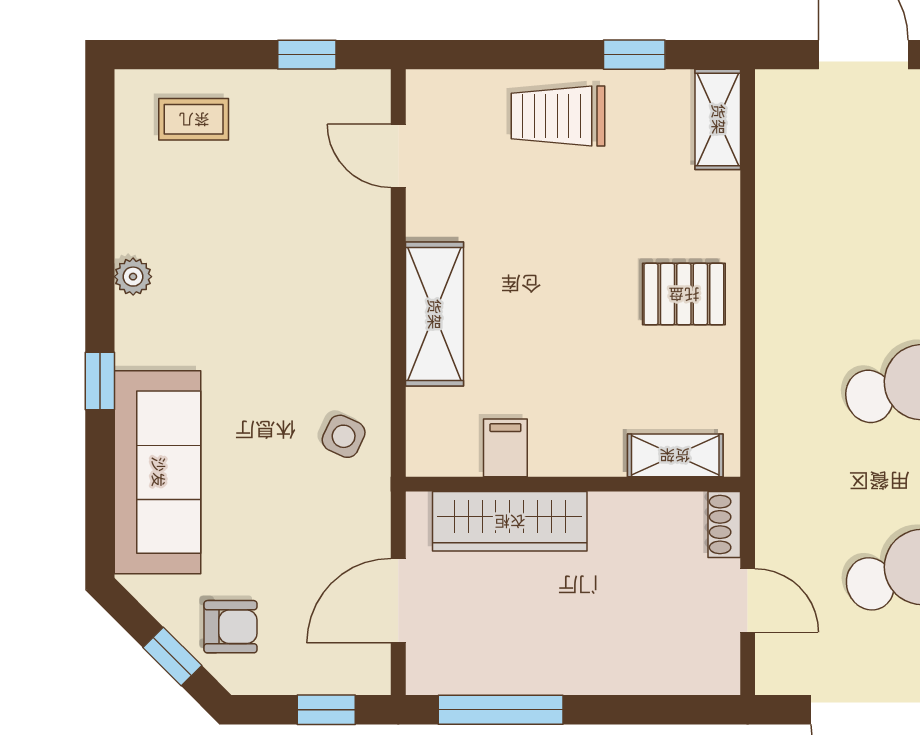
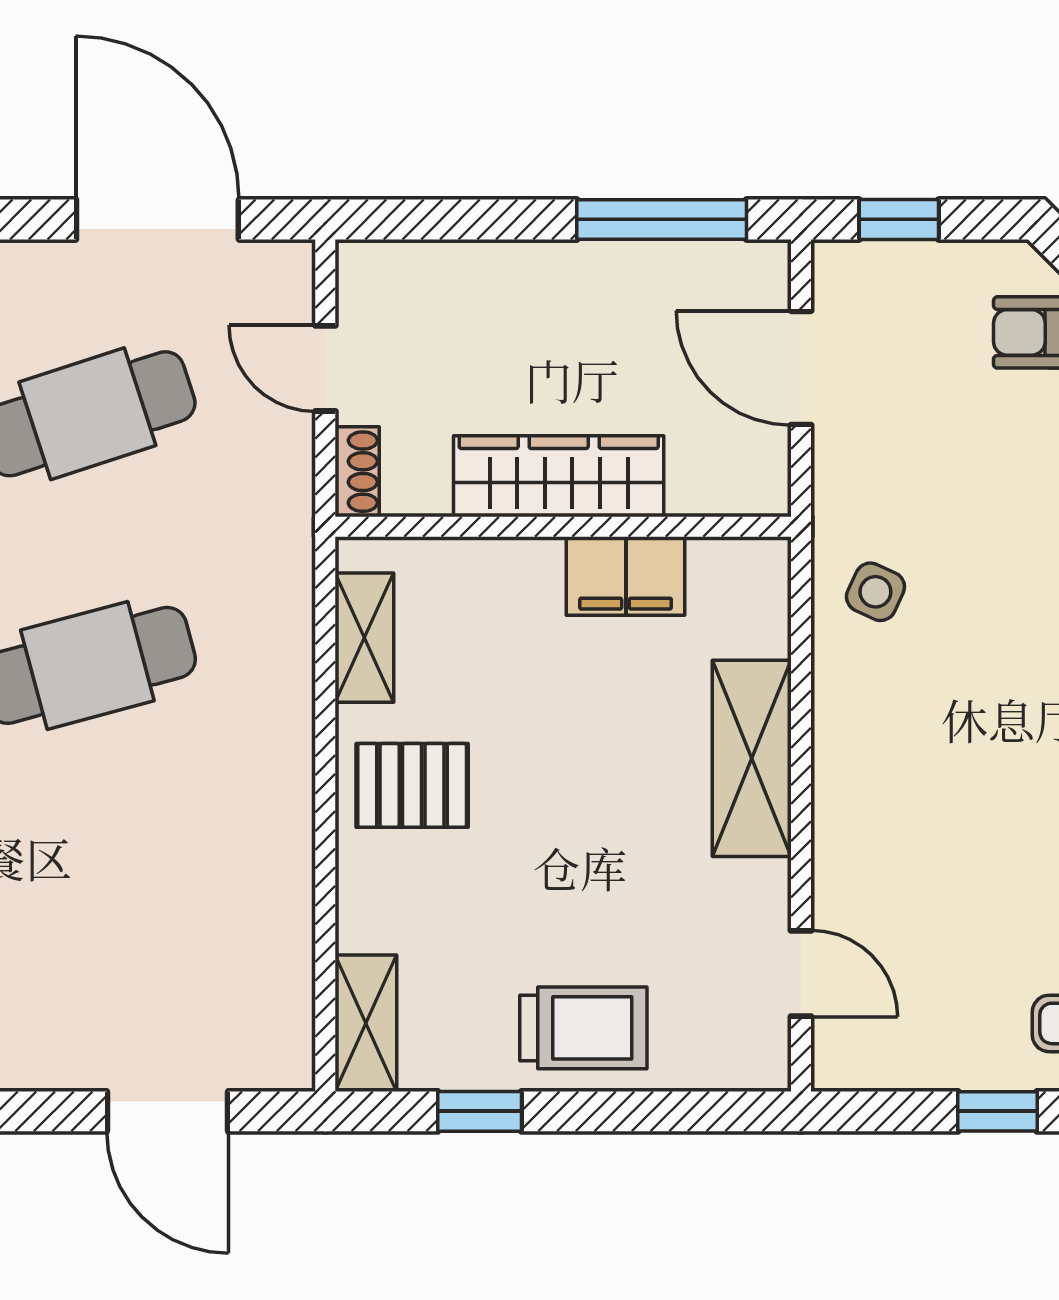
window: (307, 55) -> (998, 1111), moved
filing cabinet: (505, 448) -> (626, 576), width x2.00
shelving: (675, 455) -> (364, 638), moved, turned 90
wardrobe: (510, 521) -> (559, 476), moved
door: (398, 601) -> (801, 368), swing flipped

